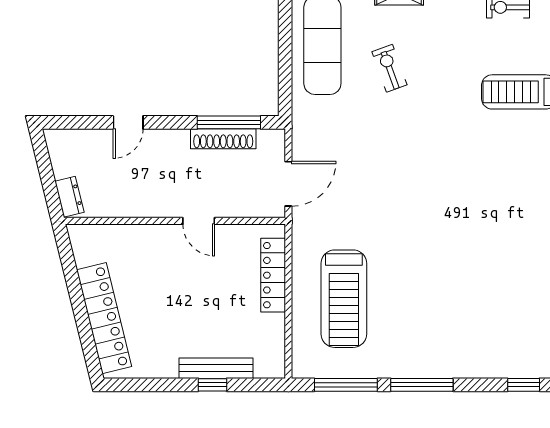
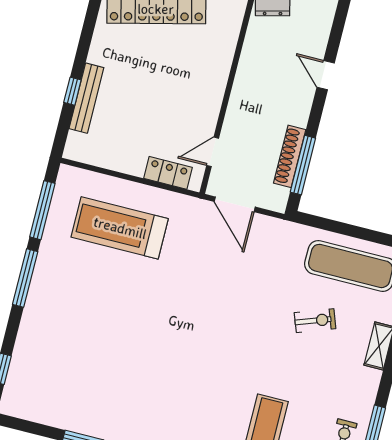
door: (199, 221) -> (213, 152), moved
locker: (273, 275) -> (168, 173), width x0.66

